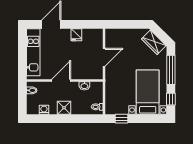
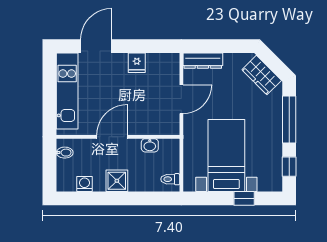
dresser: (117, 33) -> (203, 61), added
bed with nightstands: (148, 92) -> (226, 155), moved
window: (121, 119) -> (244, 198), moved

